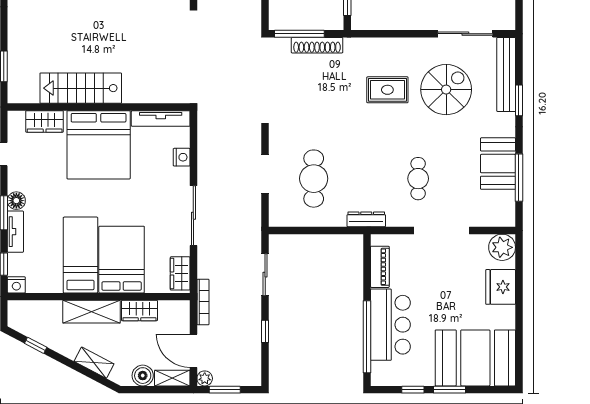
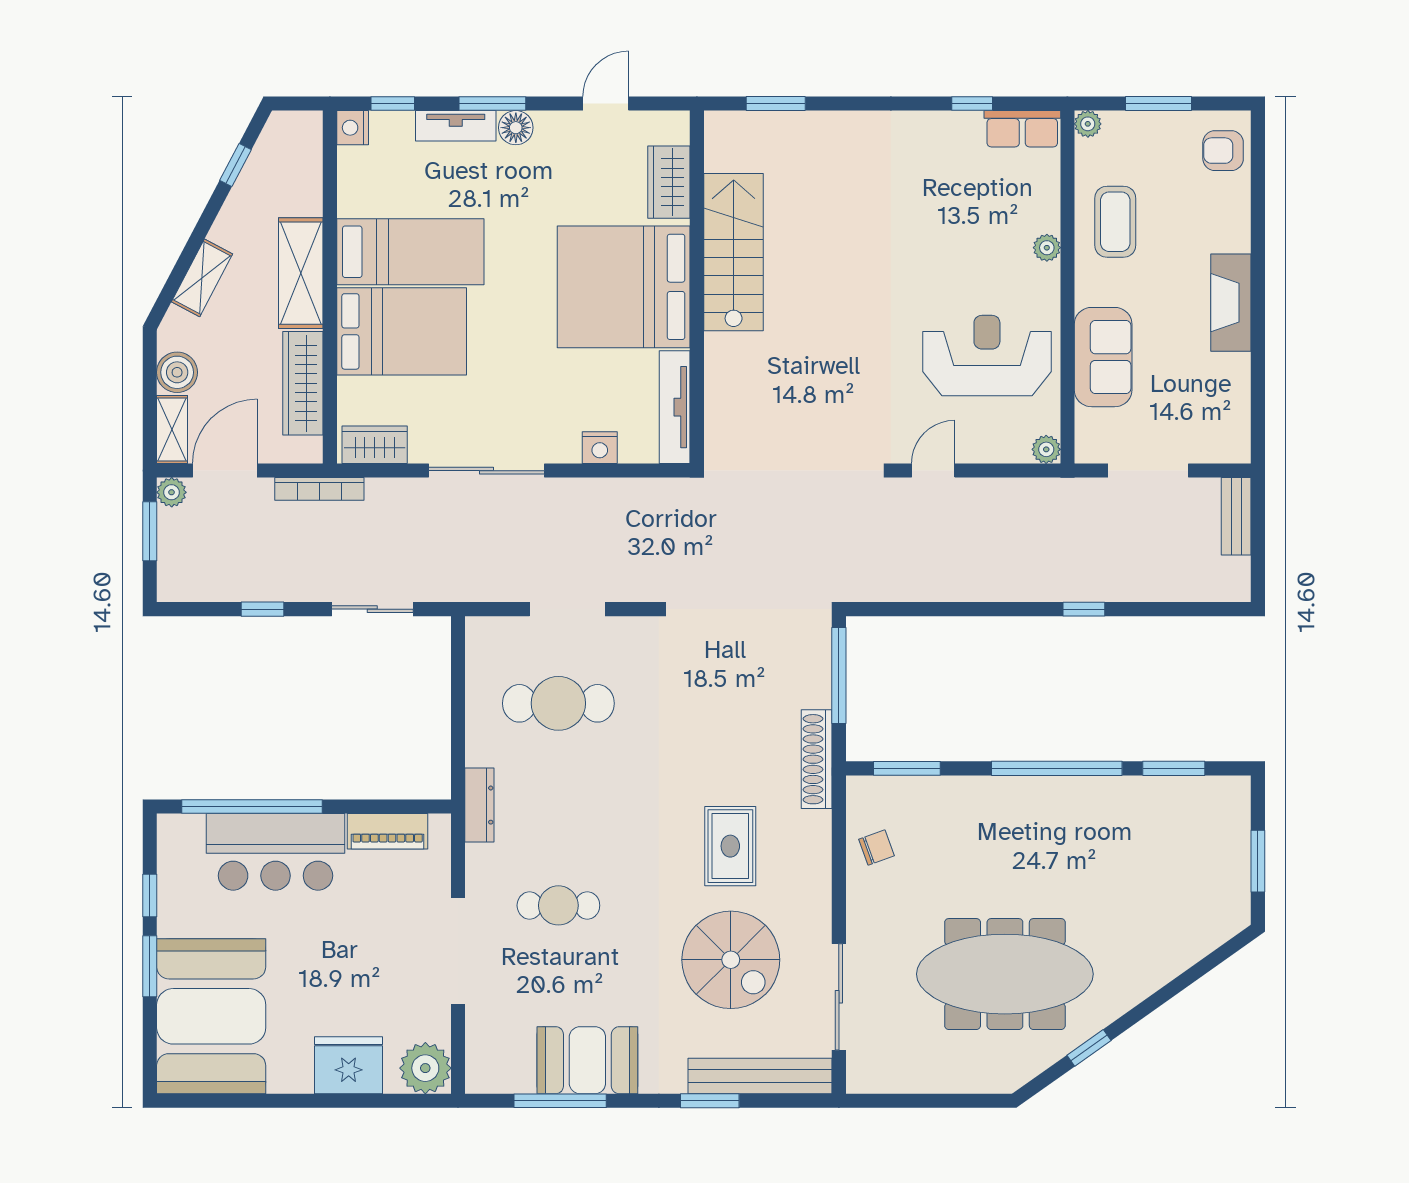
chair: (388, 14) -> (876, 848), added
shoe rack: (317, 45) -> (817, 759), moved
wardrobe: (139, 311) -> (303, 383), width x1.50

